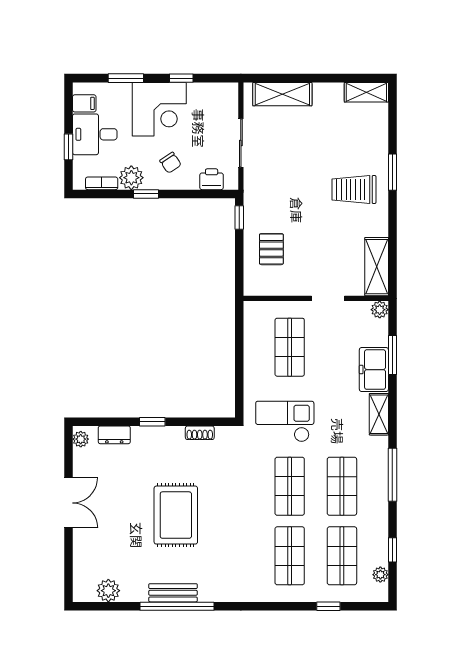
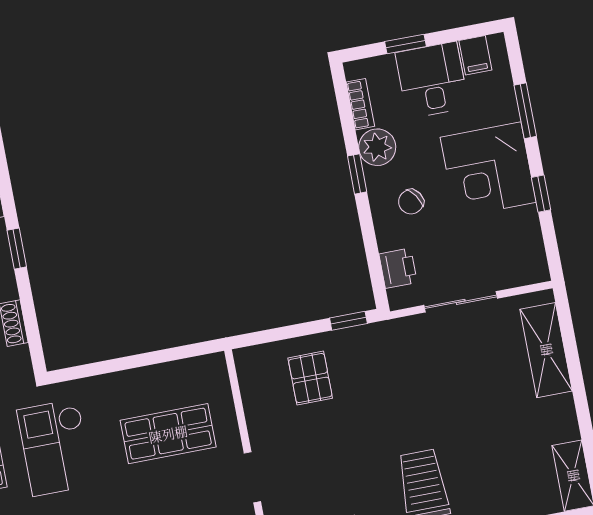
pallet: (271, 249) -> (310, 378), turned 90
checkout: (285, 421) -> (55, 448), turned 180

